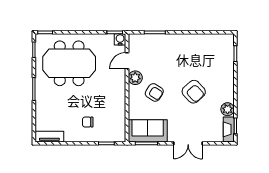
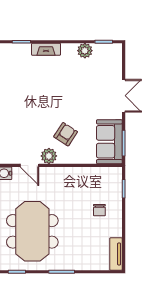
armchair: (194, 92) -> (65, 89), removed
fireplace: (229, 129) -> (46, 49), moved

